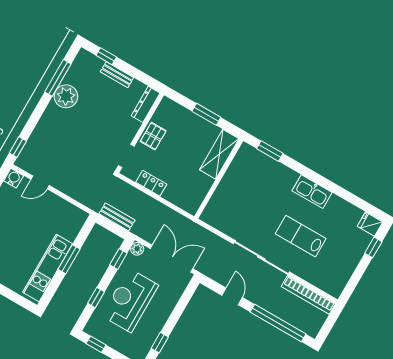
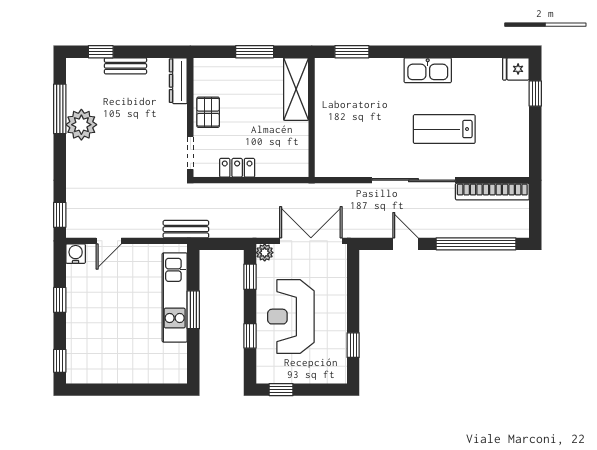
bench: (117, 217) -> (186, 229), moved
kitchen unit: (48, 268) -> (175, 298), moved

